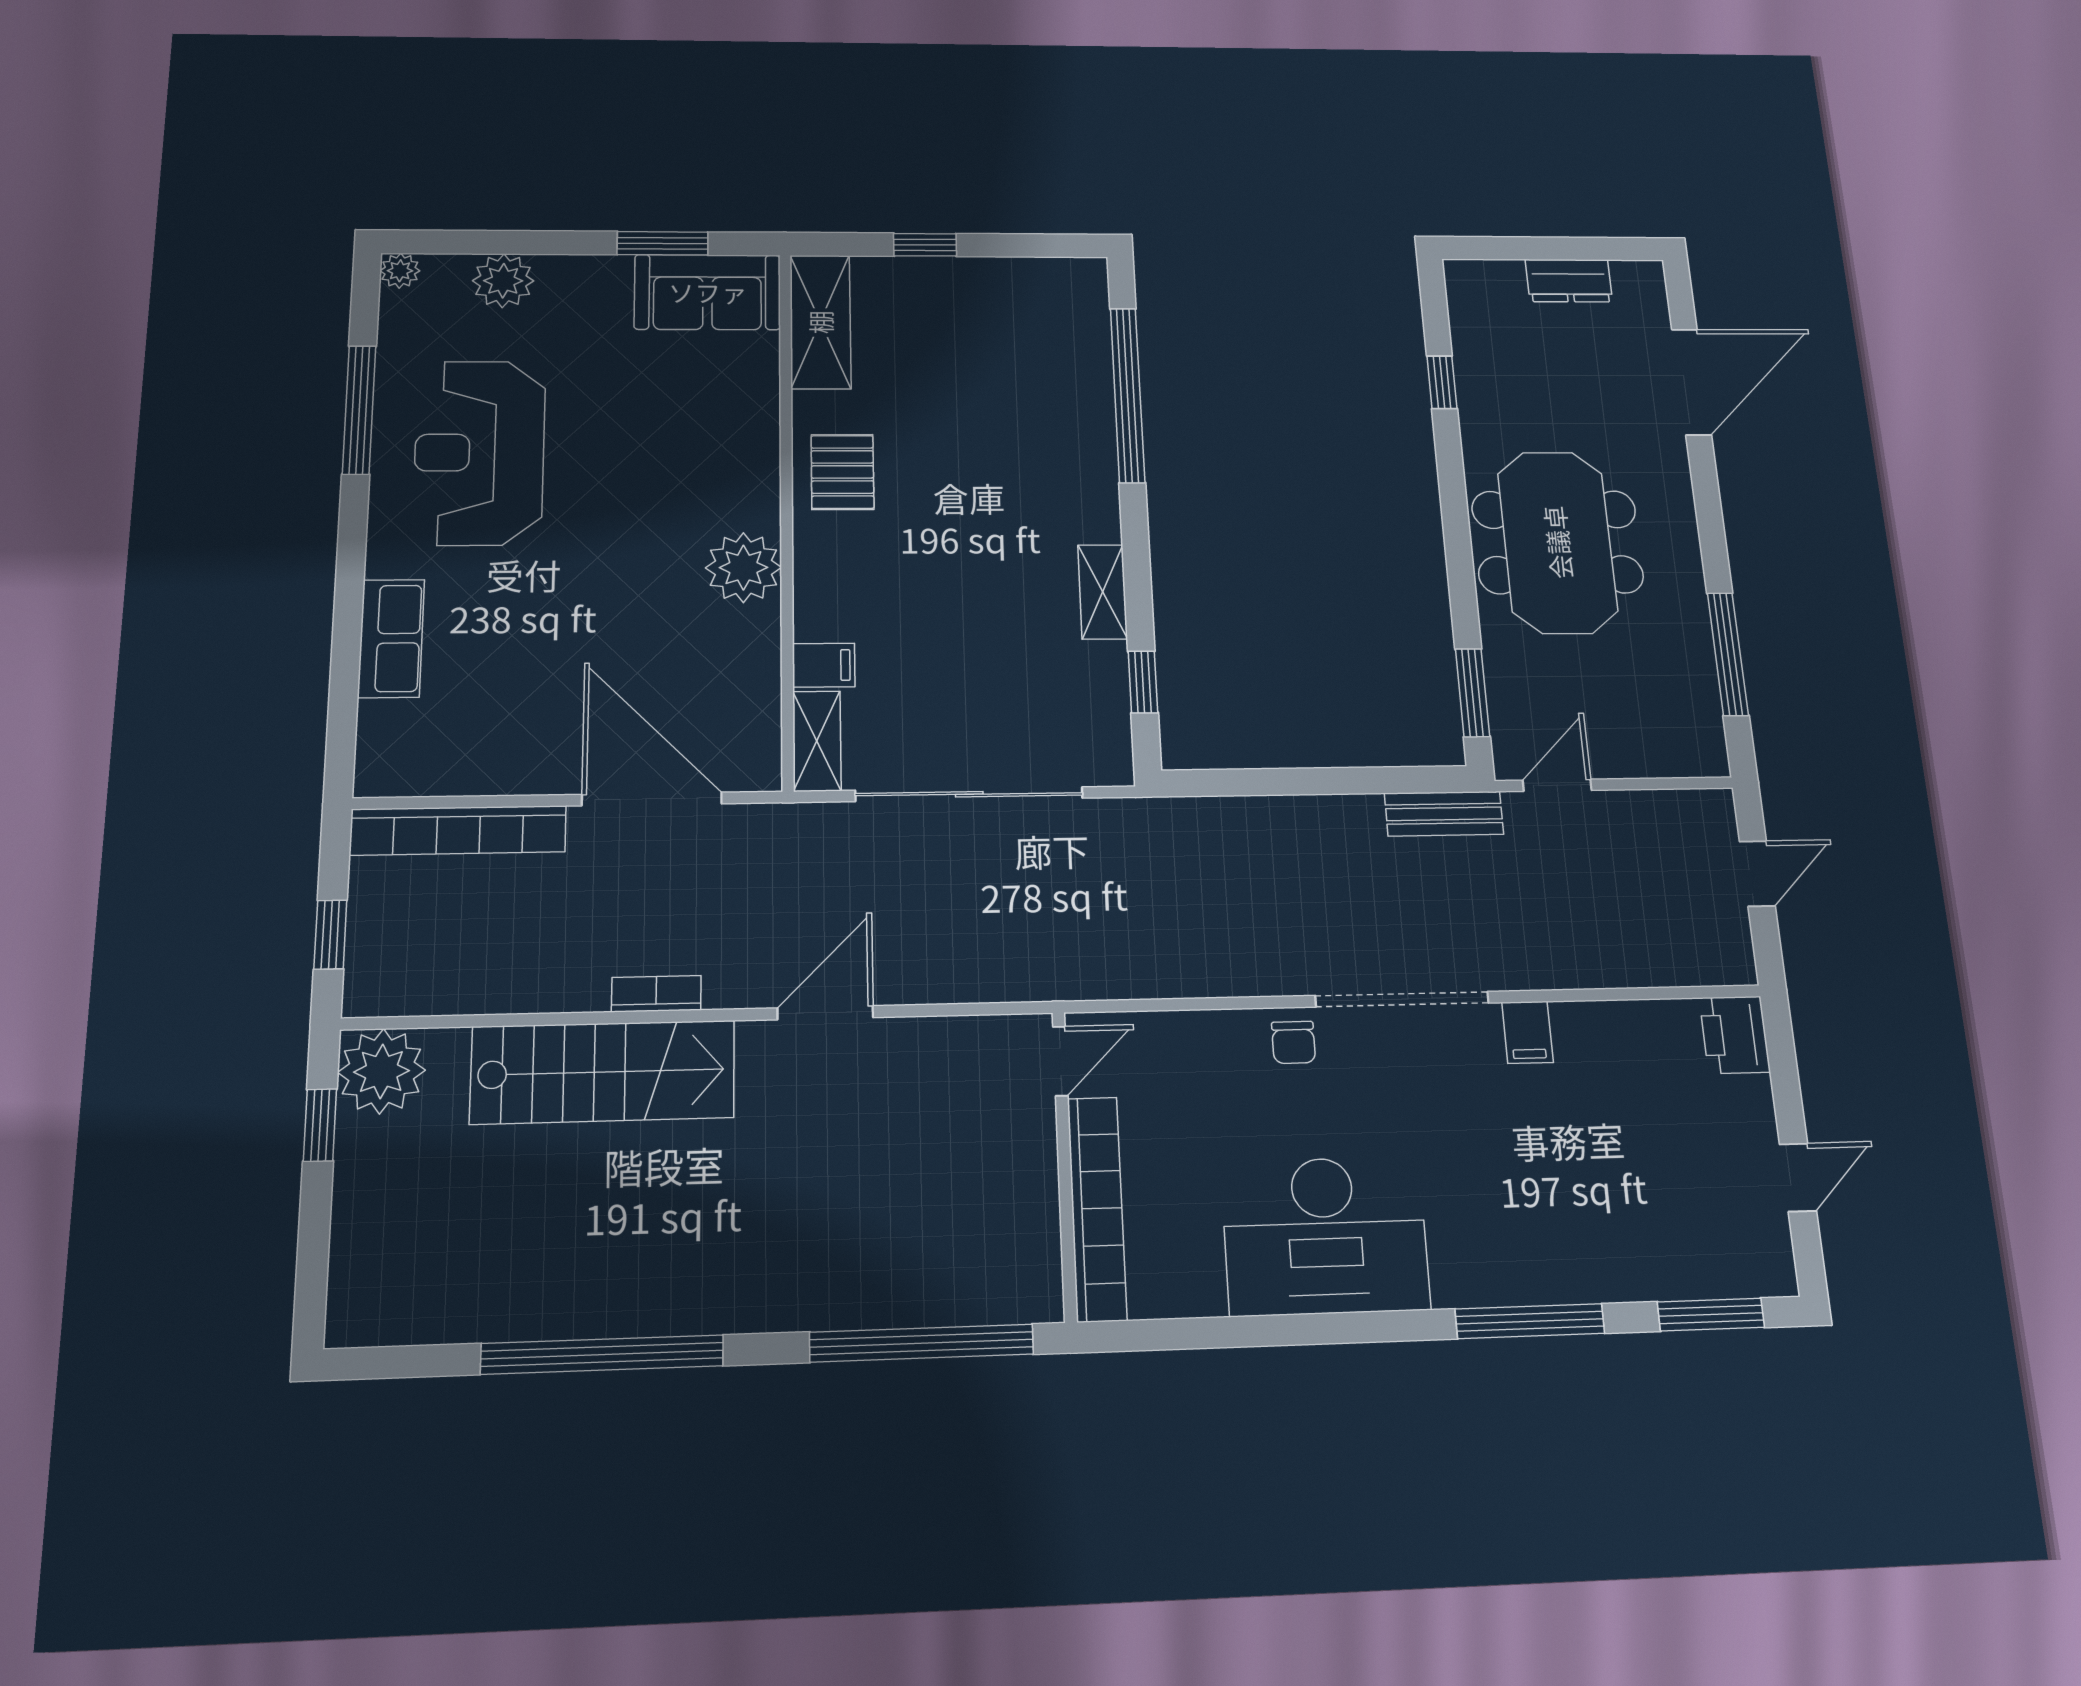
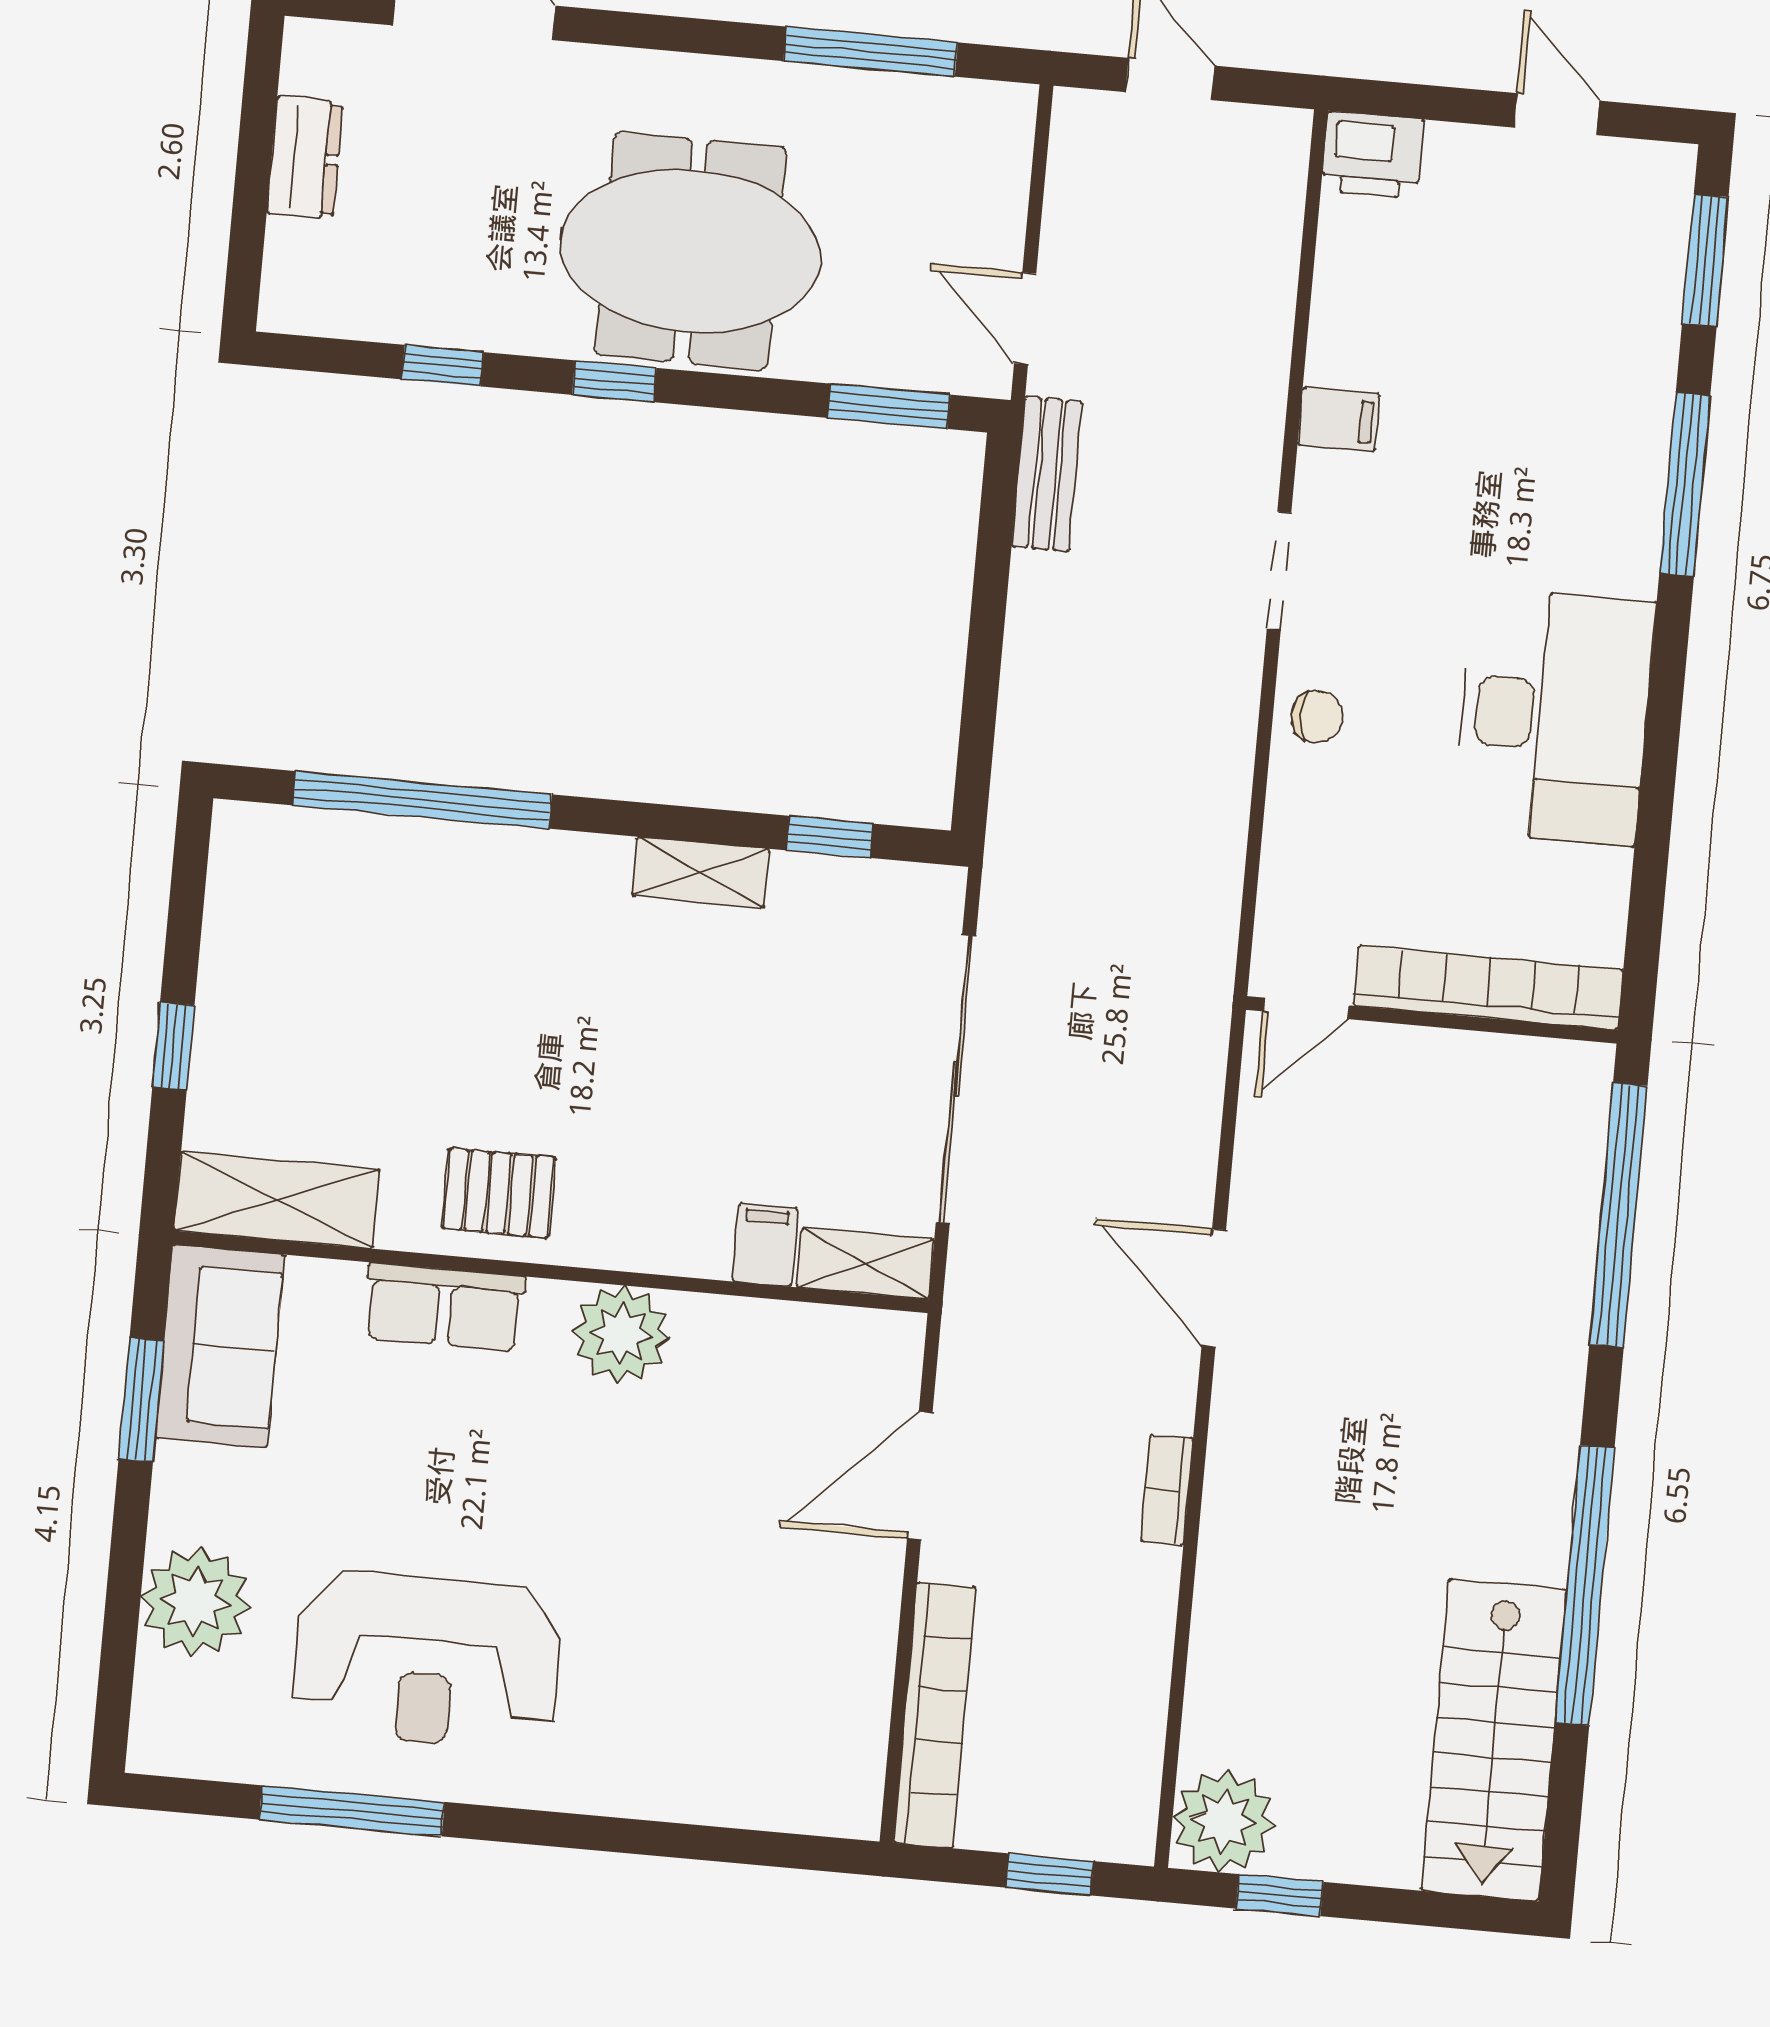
plant: (400, 271) -> (153, 1749), removed
plant: (503, 281) -> (196, 1602), width x1.36, depth x1.36
window: (1453, 498) -> (614, 381), added
row of seats: (391, 638) -> (444, 1307), moved, turned 180
door: (652, 799) -> (920, 1476), width x0.73
doorway: (1402, 999) -> (1279, 571), width x0.53
door: (1060, 1061) -> (1306, 1008), swing flipped
stairs: (603, 1072) -> (1494, 1740), moved, turned 180

